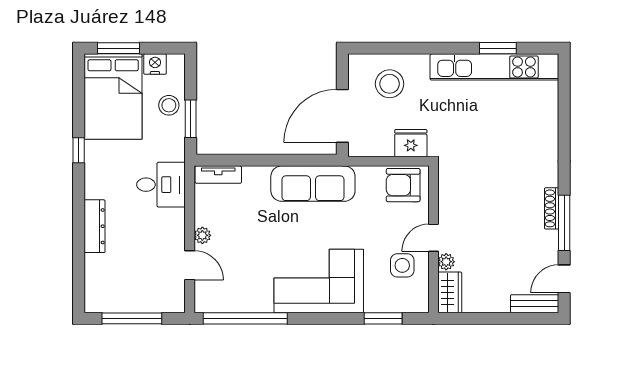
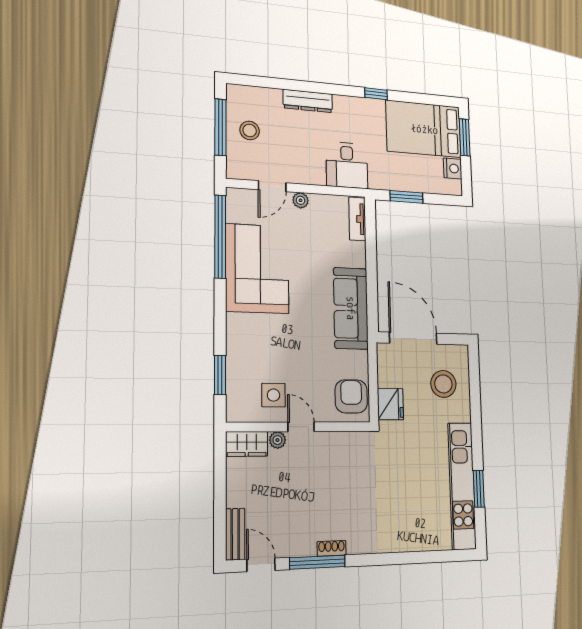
stool: (169, 105) -> (250, 131), moved
shoe rack: (552, 208) -> (332, 548), width x0.70
corner sofa: (319, 281) -> (257, 269), moved

